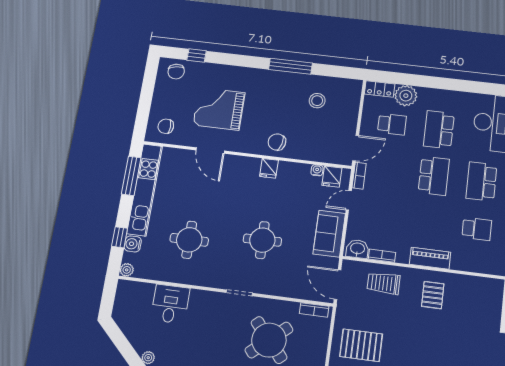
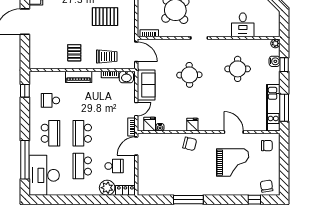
stool: (317, 101) -> (167, 177), removed
school desk: (392, 124) -> (114, 166), turned 180
school desk: (439, 130) -> (82, 166), turned 180
kitchen unit: (145, 190) -> (273, 108), width x0.73
pallet: (361, 345) -> (105, 17), moved

